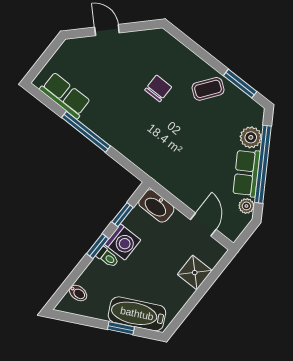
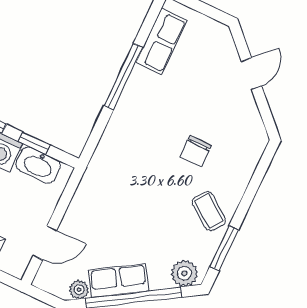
chair: (158, 88) -> (196, 151), turned 90
plant: (251, 137) -> (184, 273), moved
washbasin: (156, 206) -> (38, 165), moved, turned -90

